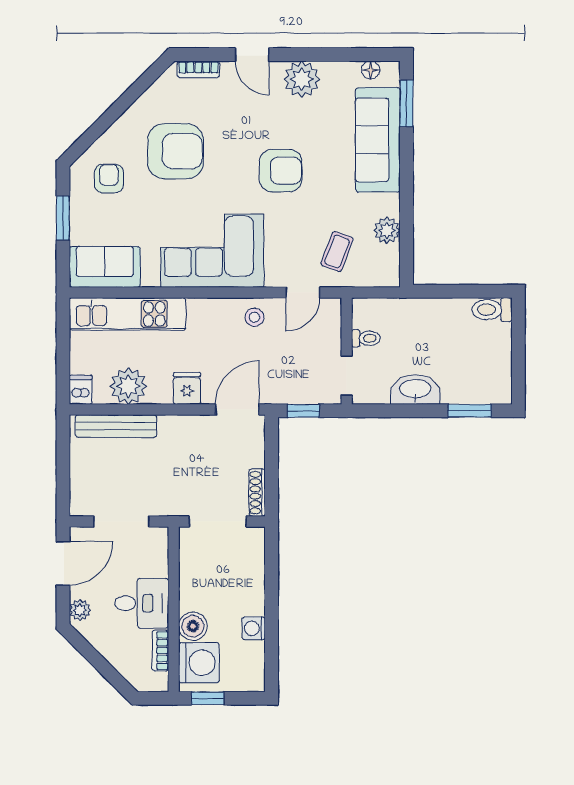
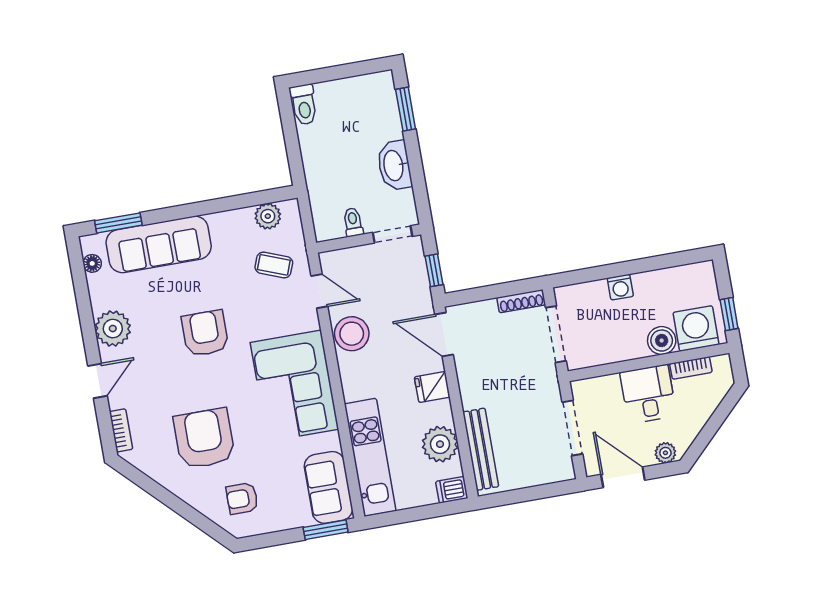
window: (63, 218) -> (326, 530), moved
plant: (387, 230) -> (268, 216), moved
stool: (254, 317) -> (352, 334), width x1.89, depth x1.89
washing machine: (254, 628) -> (620, 287), moved

